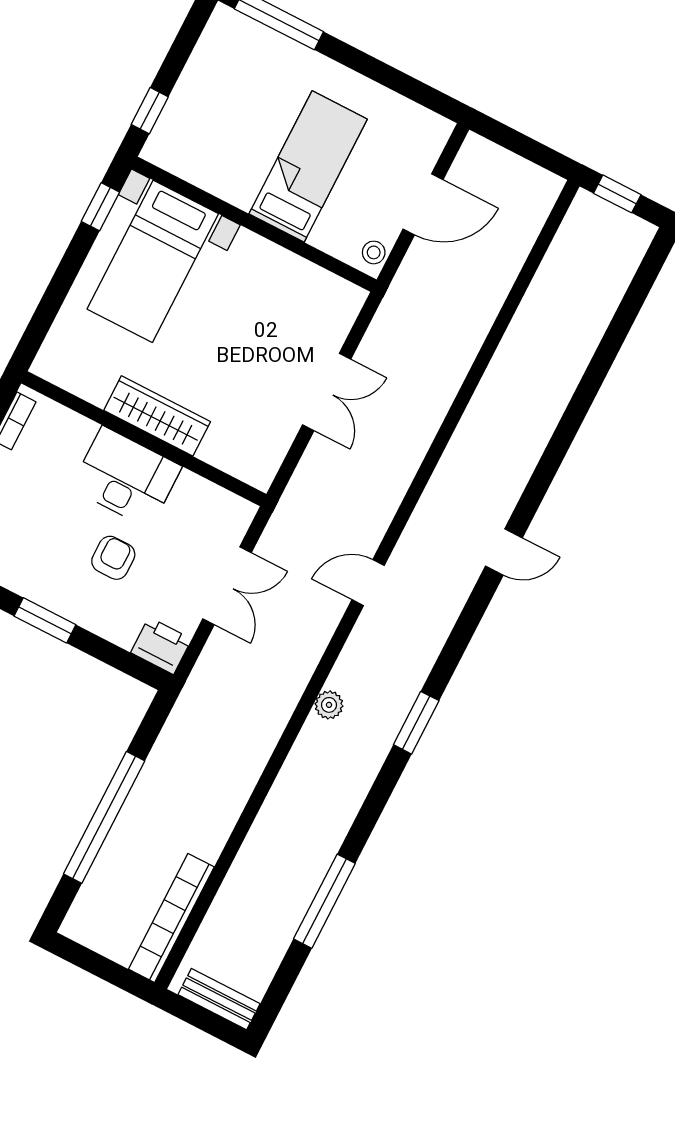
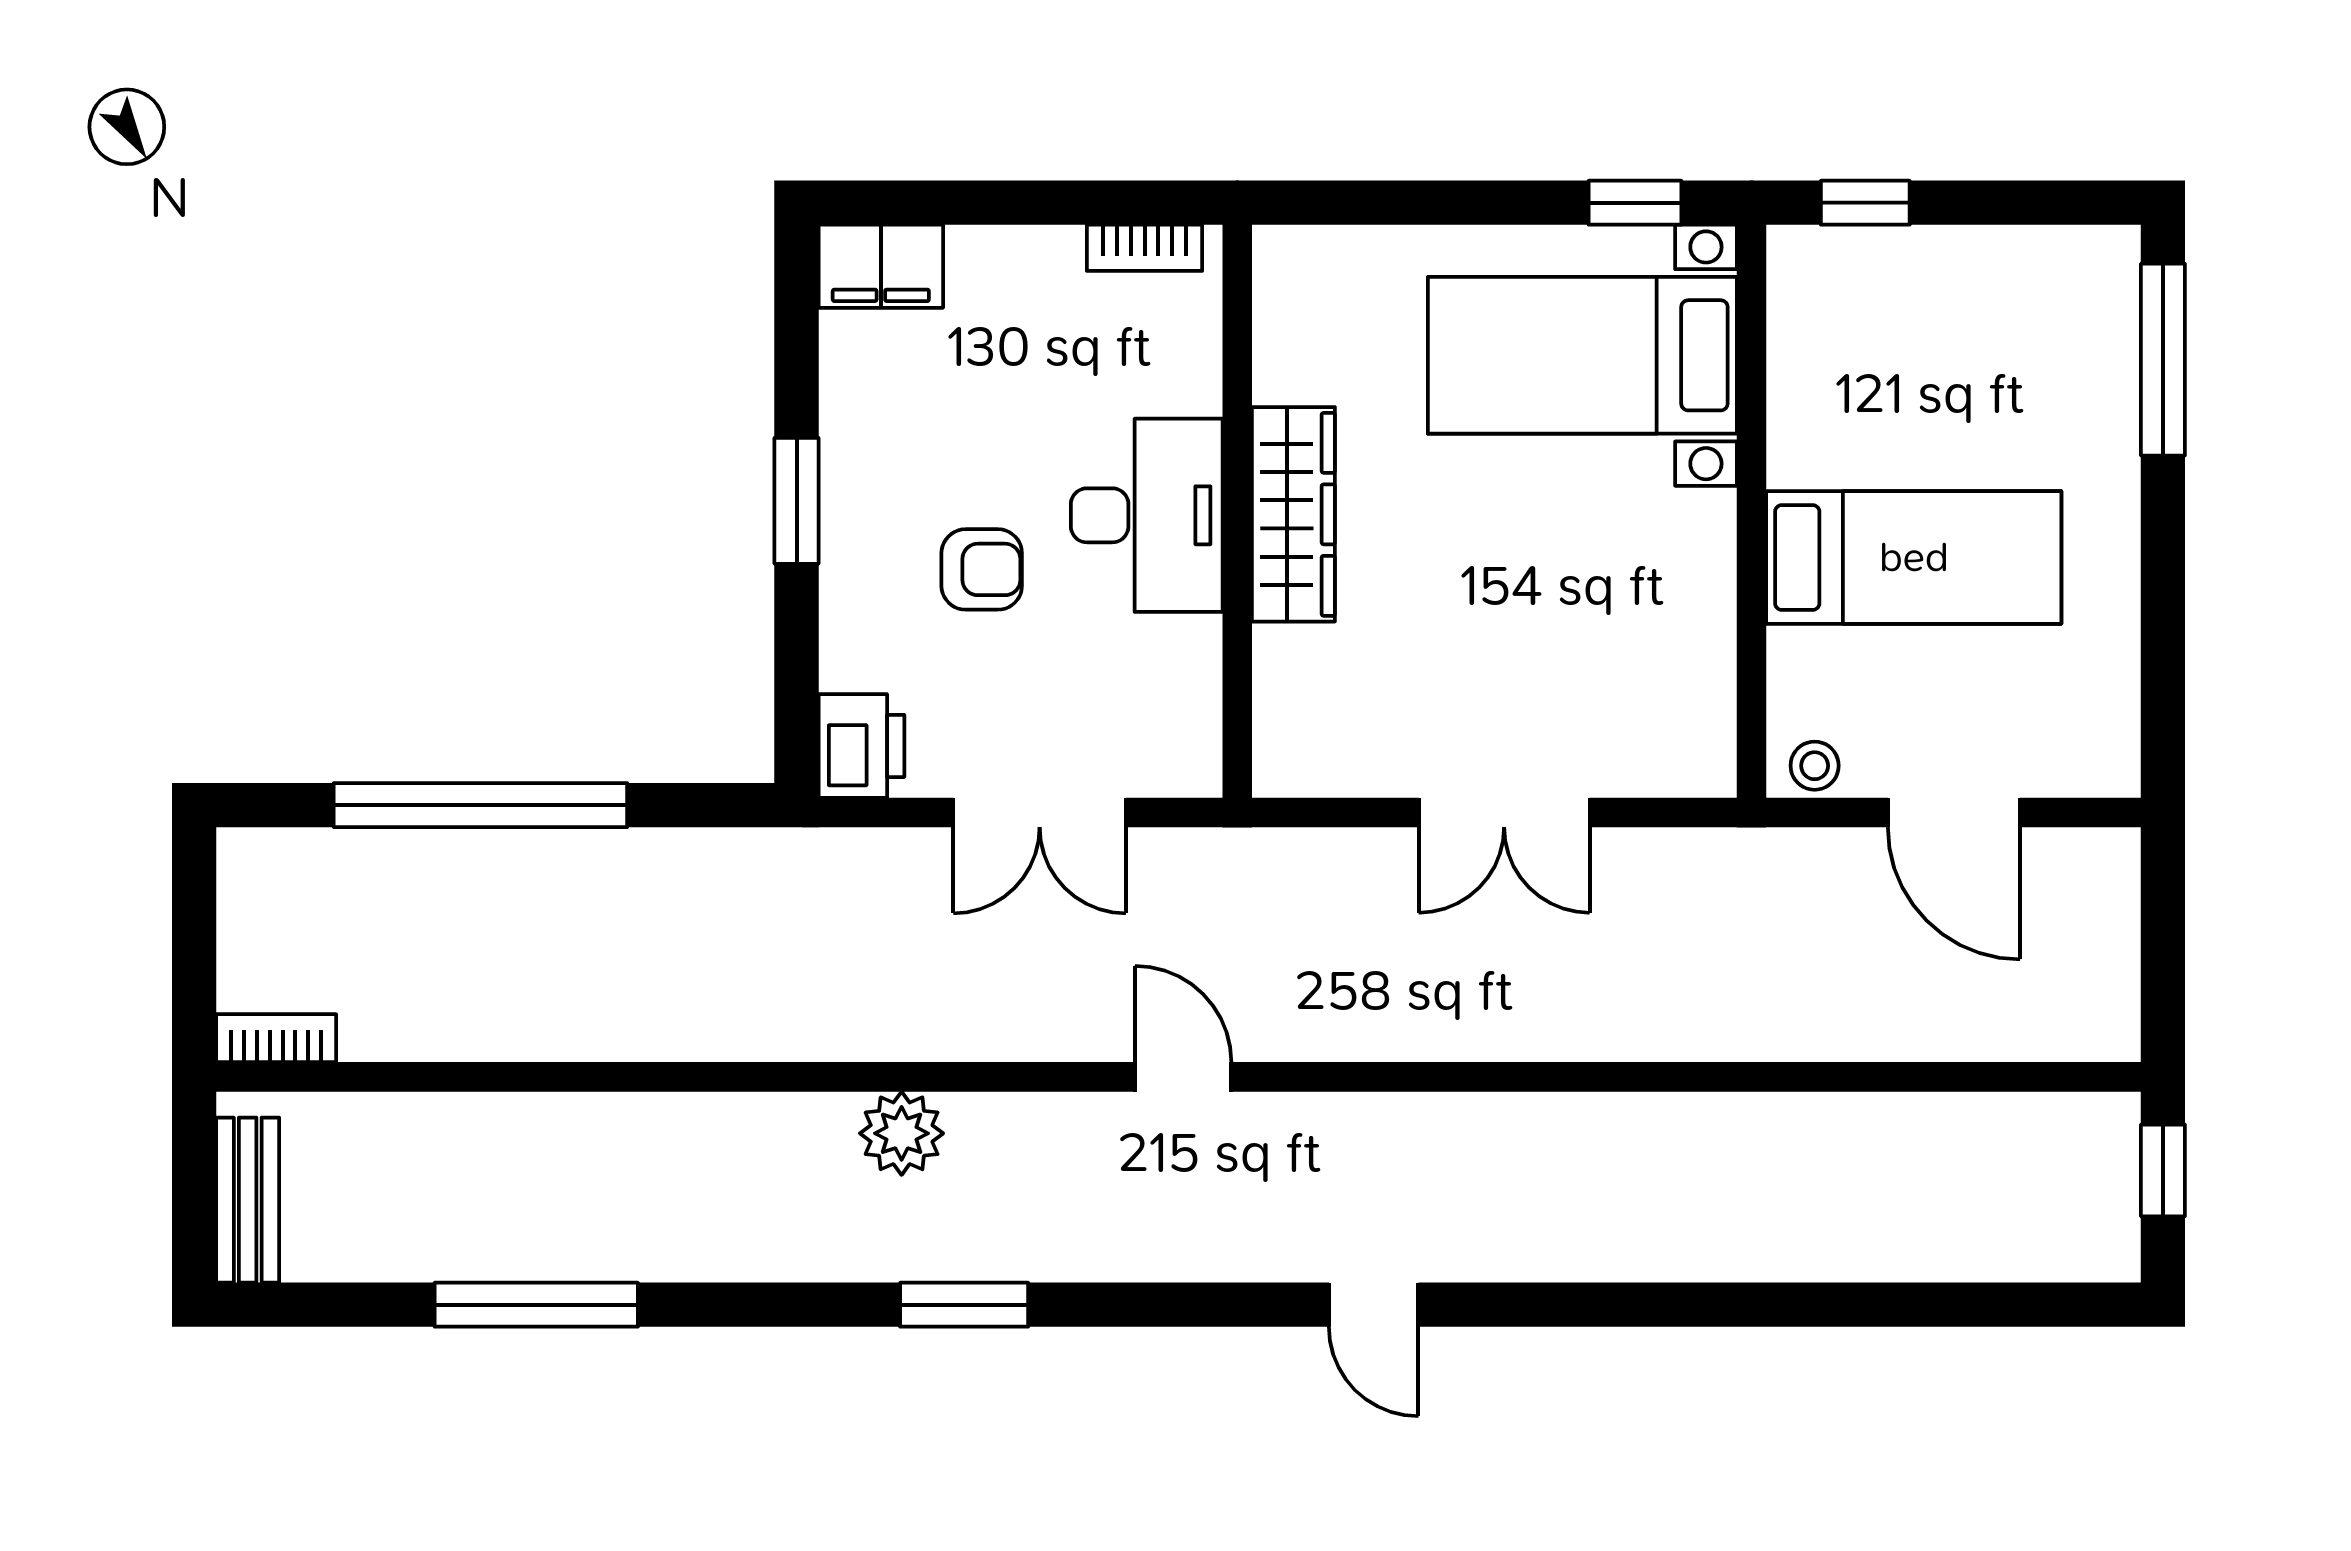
plant: (329, 705) -> (902, 1133), width x1.38, depth x1.38
bookcase: (171, 918) -> (276, 1038), width x0.43, depth x0.76

